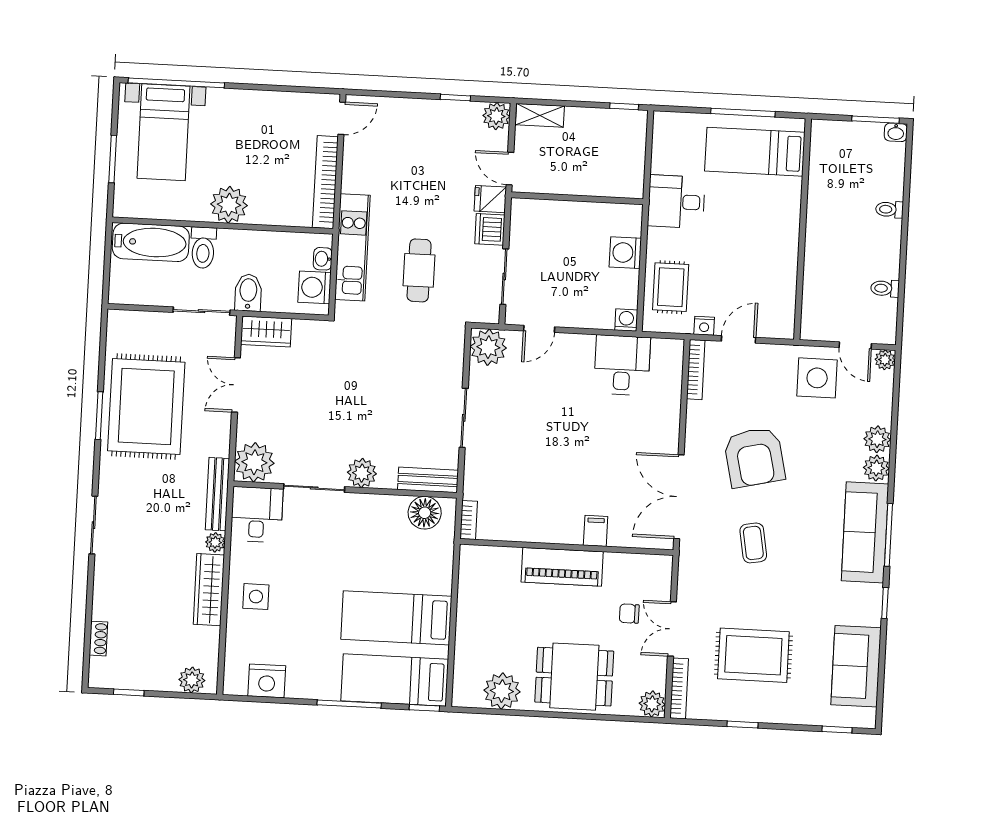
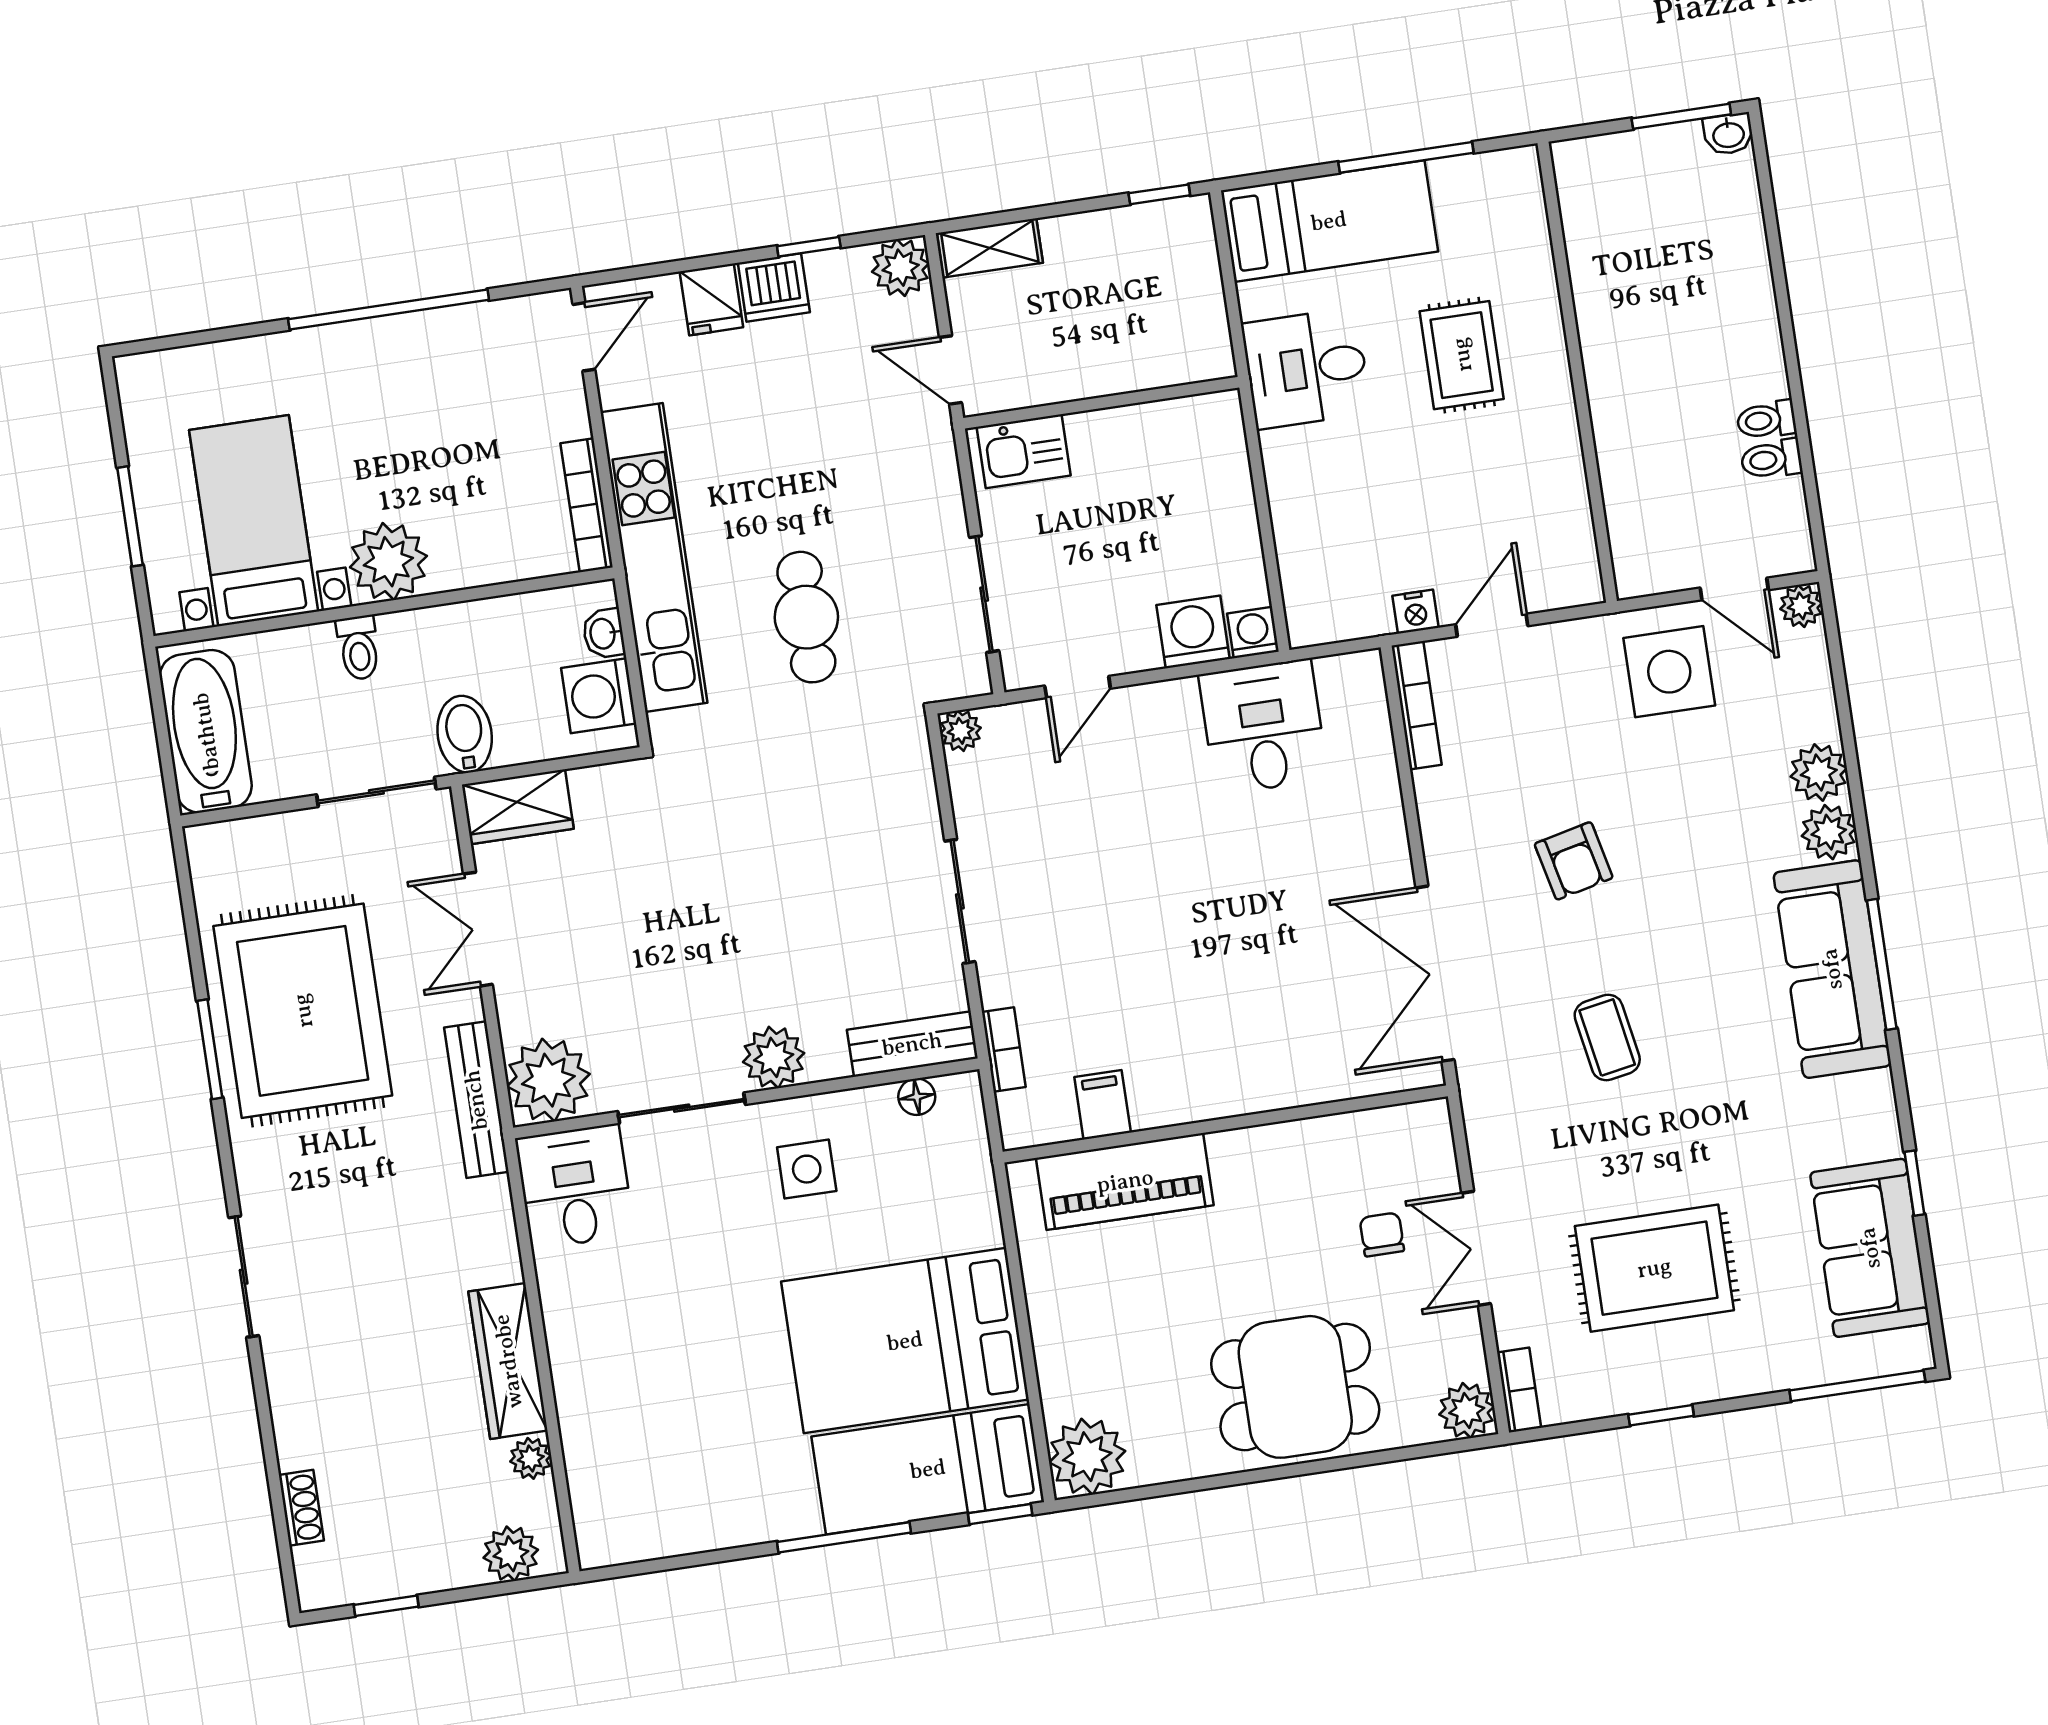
window: (176, 83) -> (389, 309), moved
bed with nightstands: (163, 132) -> (254, 521), moved, turned 180
bed: (755, 152) -> (1329, 221), moved, turned 180
bookcase: (325, 182) -> (587, 505), width x0.68, depth x0.76
fridge: (490, 199) -> (711, 299), moved, turned -90
toilet: (889, 209) -> (1766, 420), moved
kitchen sink: (536, 214) -> (1024, 451), added
dishwasher: (490, 229) -> (774, 288), moved, turned -90
bathtub: (151, 242) -> (206, 731), moved, turned -90
kitchen unit: (352, 247) -> (654, 558), width x1.36
toilet: (203, 248) -> (358, 648), width x0.73, depth x0.72
washing machine: (625, 253) -> (1193, 632), moved, turned 90
rug: (671, 287) -> (1462, 355), moved
plant: (488, 347) -> (960, 731), width x0.53, depth x0.53
armchair: (754, 457) -> (1574, 861), width x0.53, depth x0.53
bench: (217, 494) -> (476, 1100), moved
floor lamp: (425, 513) -> (917, 1097), width x0.53, depth x0.53
bookcase: (469, 520) -> (1004, 1050), moved
filing cabinet: (596, 531) -> (1103, 1105), moved
plant: (215, 542) -> (531, 1458), moved
piano: (562, 567) -> (1125, 1181), moved
side table: (256, 597) -> (807, 1169), moved
window: (885, 603) -> (1914, 1183), moved
chair: (629, 614) -> (1382, 1234), turned 90
bed: (396, 618) -> (905, 1341), width x1.50
nightstand: (267, 681) -> (665, 1524), removed
bookcase: (679, 688) -> (1519, 1390), width x0.64
plant: (502, 691) -> (1087, 1457), moved
window: (837, 730) -> (1857, 1386), width x2.17

